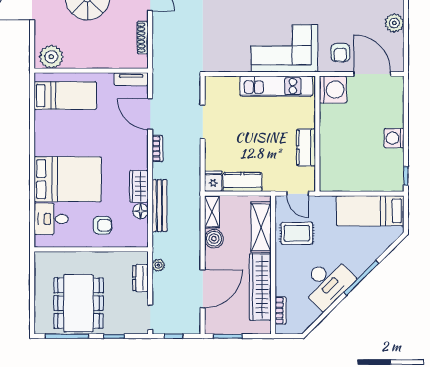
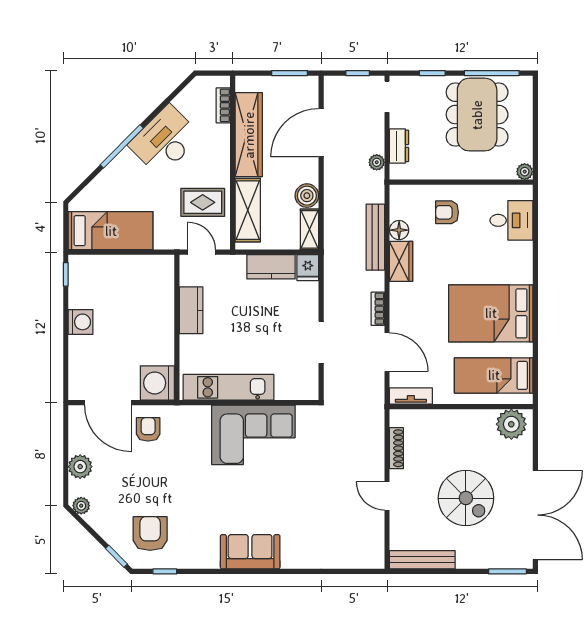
corner sofa: (284, 48) -> (253, 435), moved
bed: (68, 179) -> (491, 313), moved
plant: (41, 258) -> (525, 172), added

